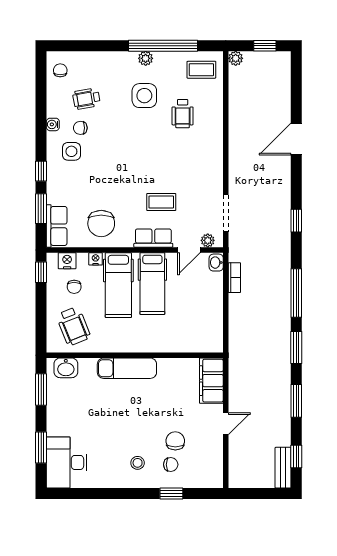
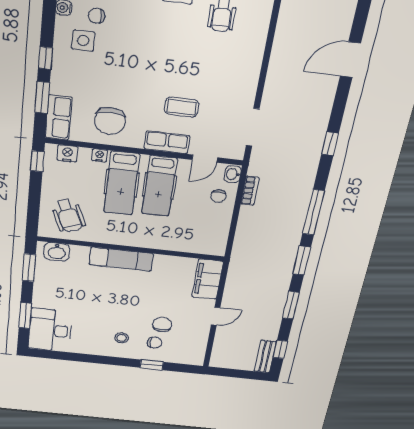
plant: (208, 240) -> (227, 152), removed
chair: (74, 287) -> (218, 196), moved

